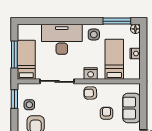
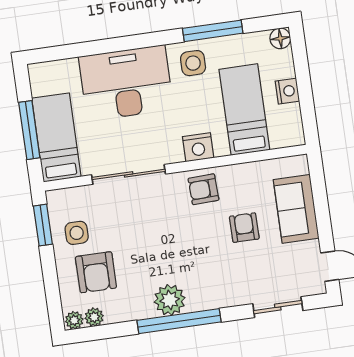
window: (117, 21) -> (213, 31), moved

